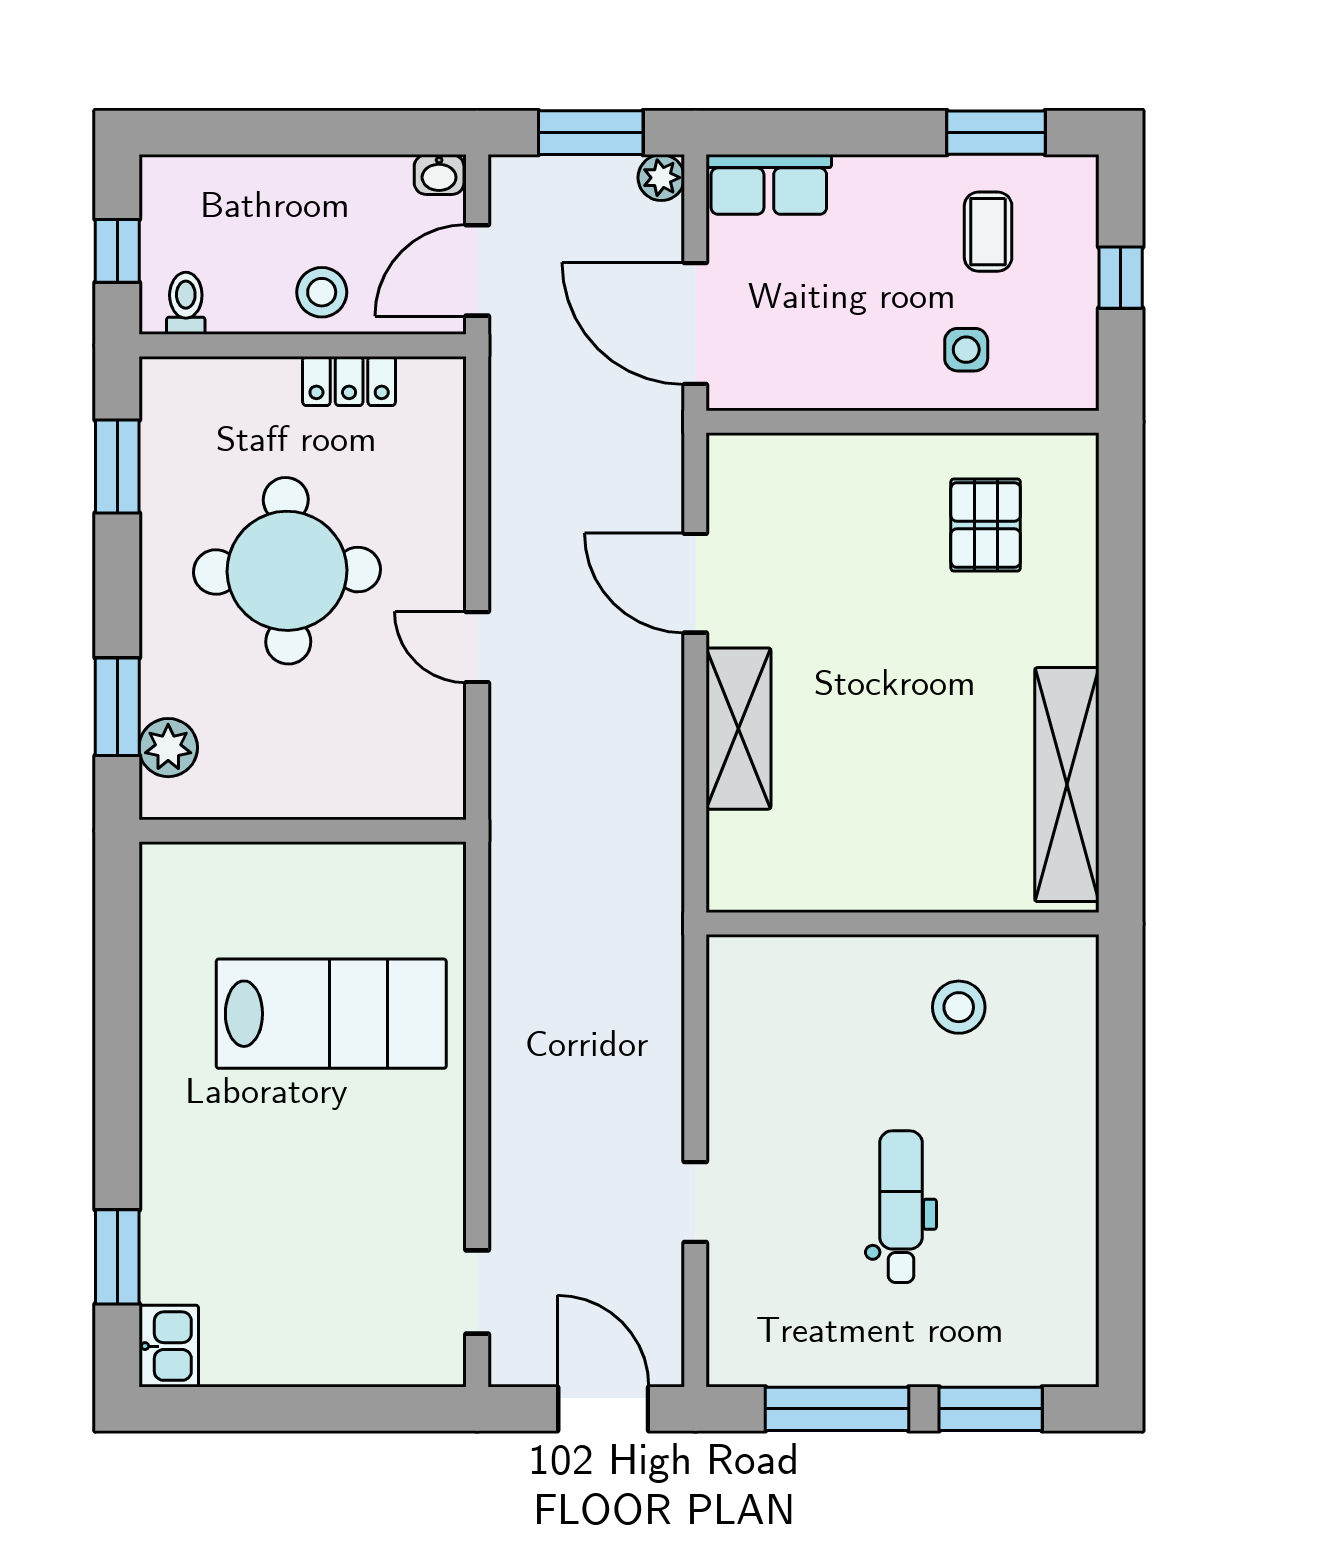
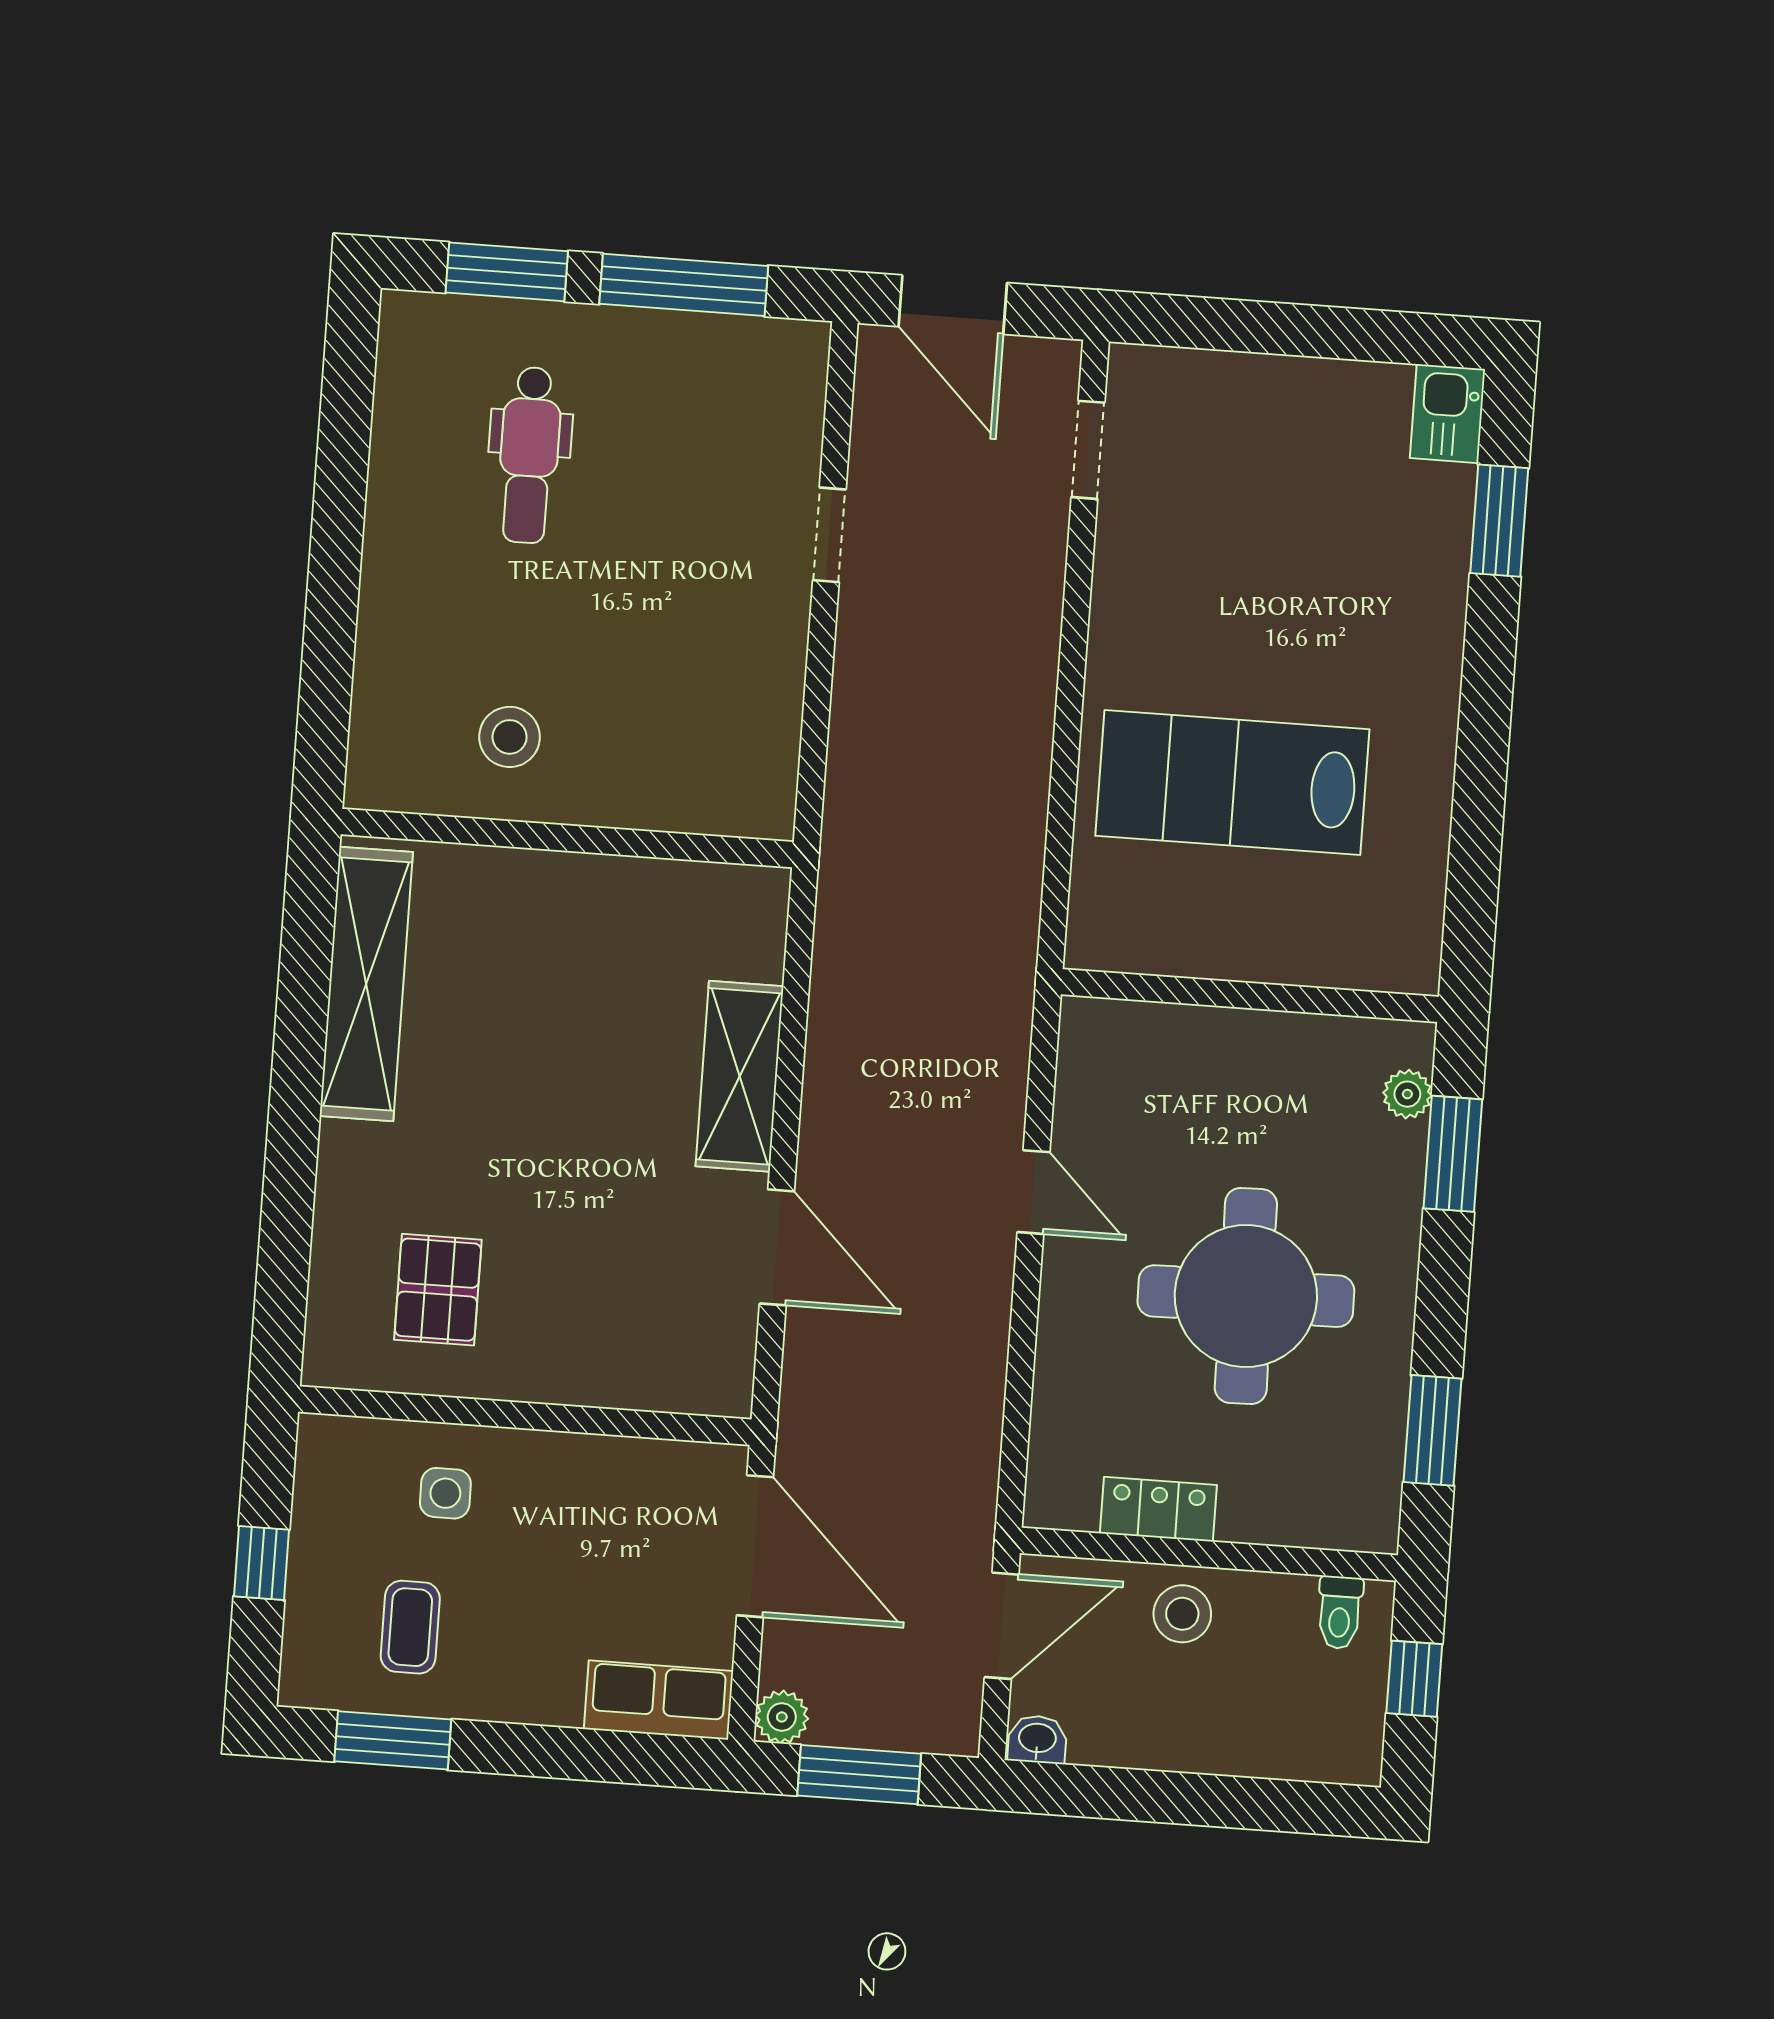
plant: (168, 748) -> (1407, 1094), width x0.73, depth x0.73
dental chair: (901, 1207) -> (529, 455), moved

